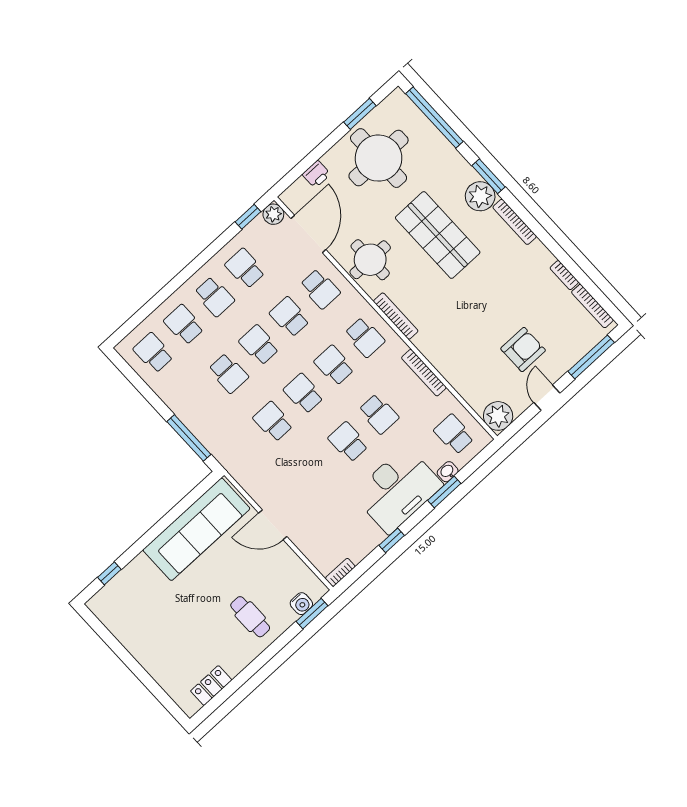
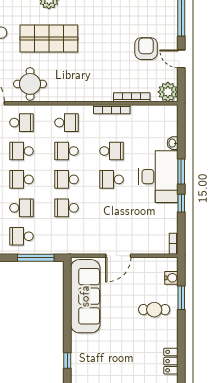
bookcase: (396, 316) -> (132, 97), moved
school desk: (454, 434) -> (21, 236), moved
window: (444, 492) -> (181, 171), moved
window: (312, 614) -> (181, 298), moved

